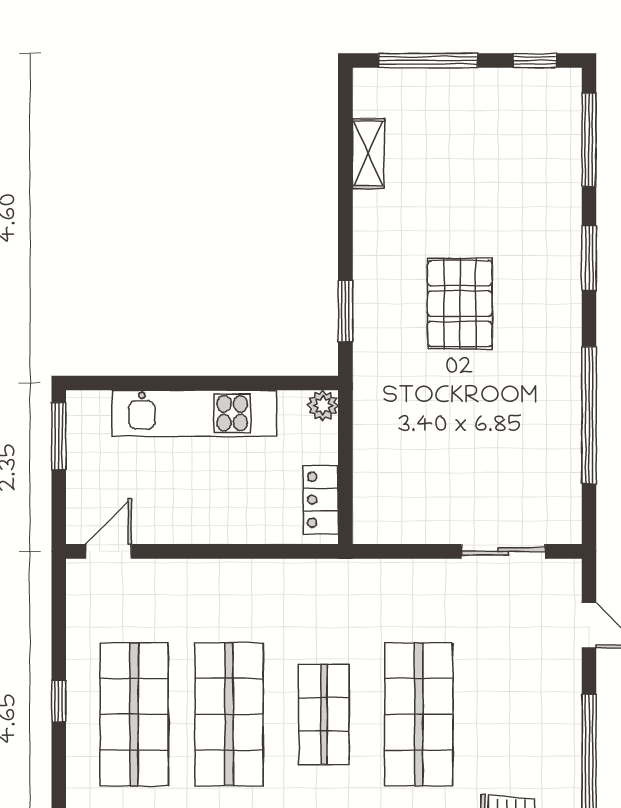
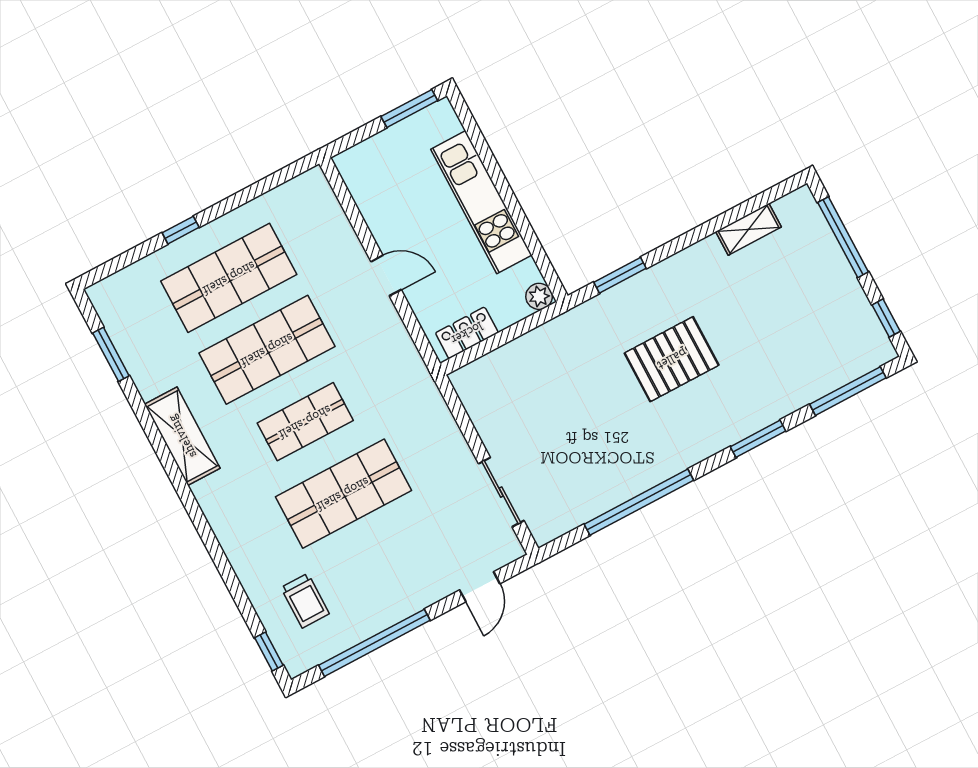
door: (108, 551) -> (386, 276), moved
window: (59, 701) -> (181, 230), moved

